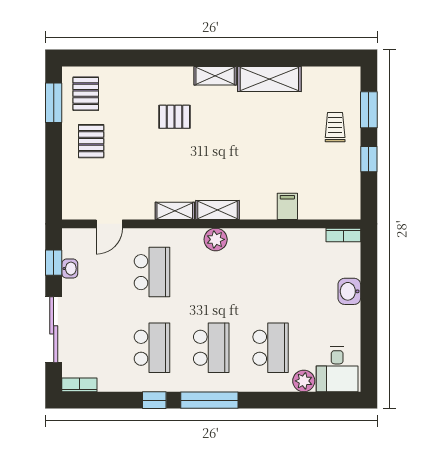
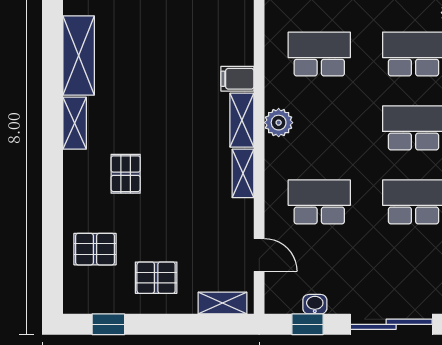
pallet: (86, 94) -> (95, 249), moved
window: (54, 103) -> (108, 324), width x0.67
shelving: (71, 194) -> (222, 303), added
filing cabinet: (287, 206) -> (237, 79), moved
school desk: (271, 272) -> (319, 54), added

